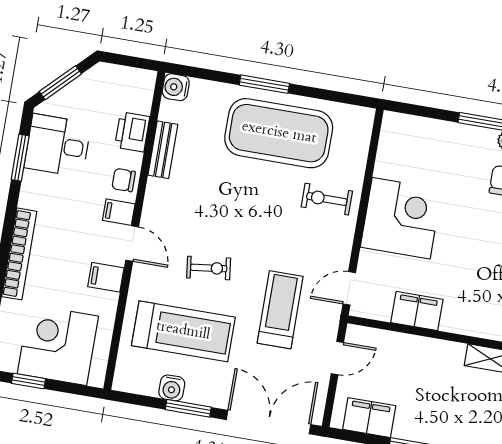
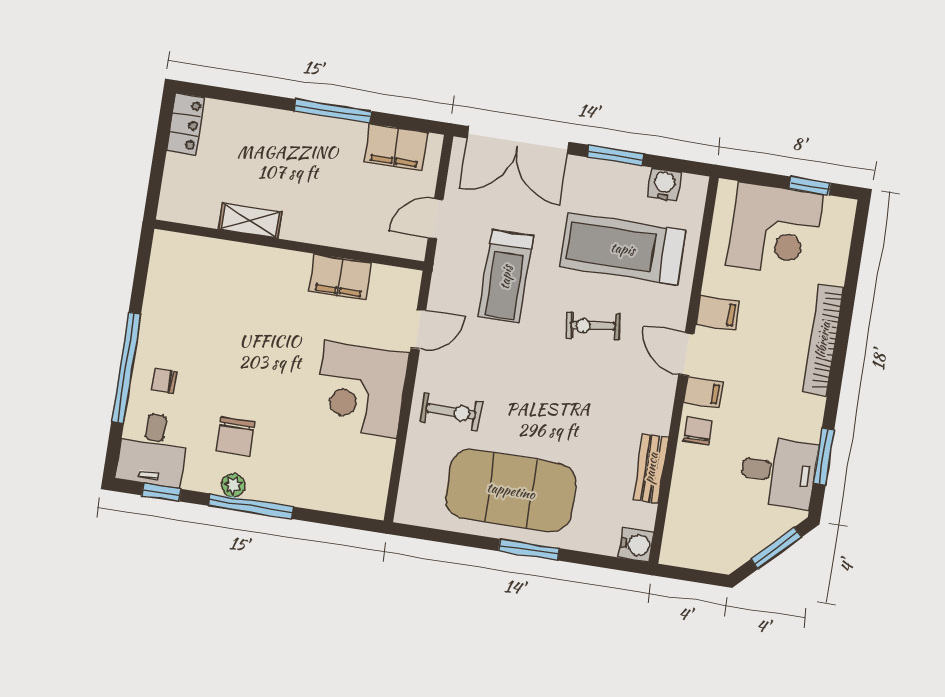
printer: (132, 132) -> (688, 490), removed
chair: (124, 180) -> (698, 431), turned -90
door: (349, 288) -> (418, 329), moved
water cooler: (172, 388) -> (664, 184), moved

